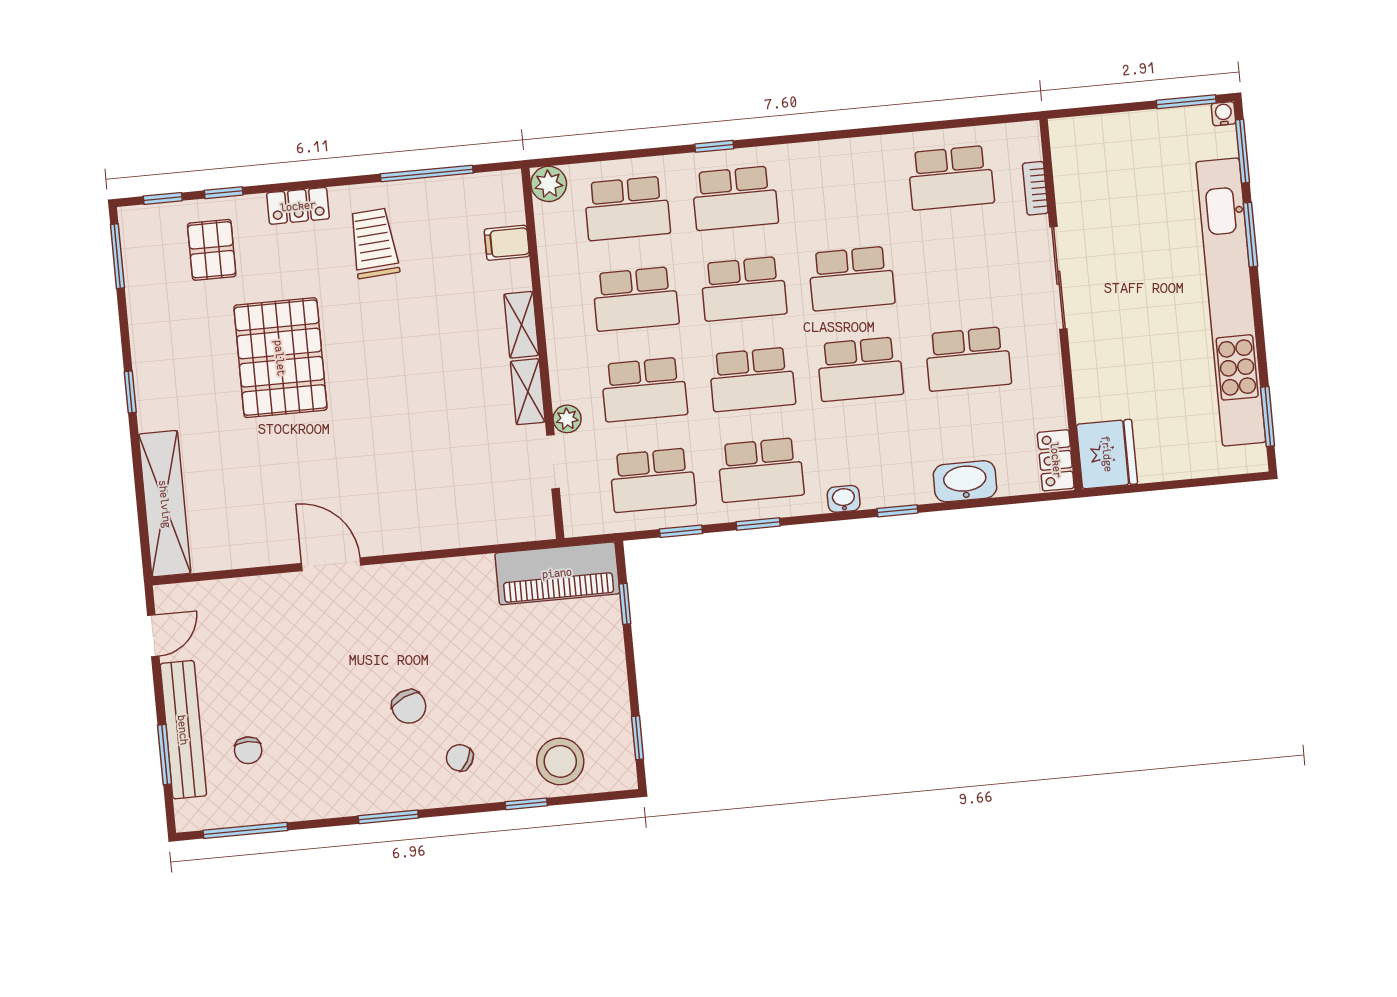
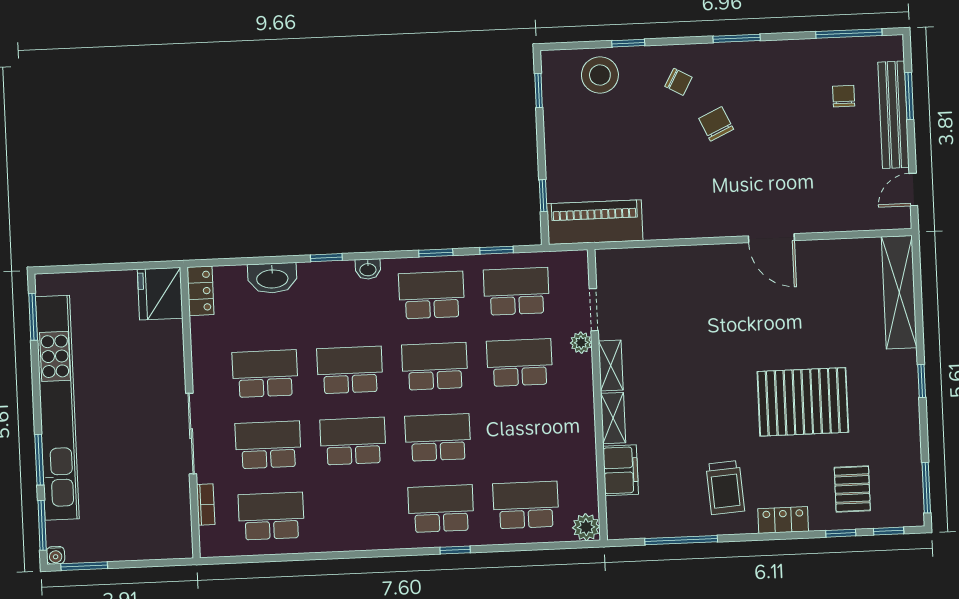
filing cabinet: (507, 243) -> (621, 470), width x2.00
school desk: (636, 299) -> (268, 445), moved
pallet: (280, 358) -> (803, 402), turned 90

